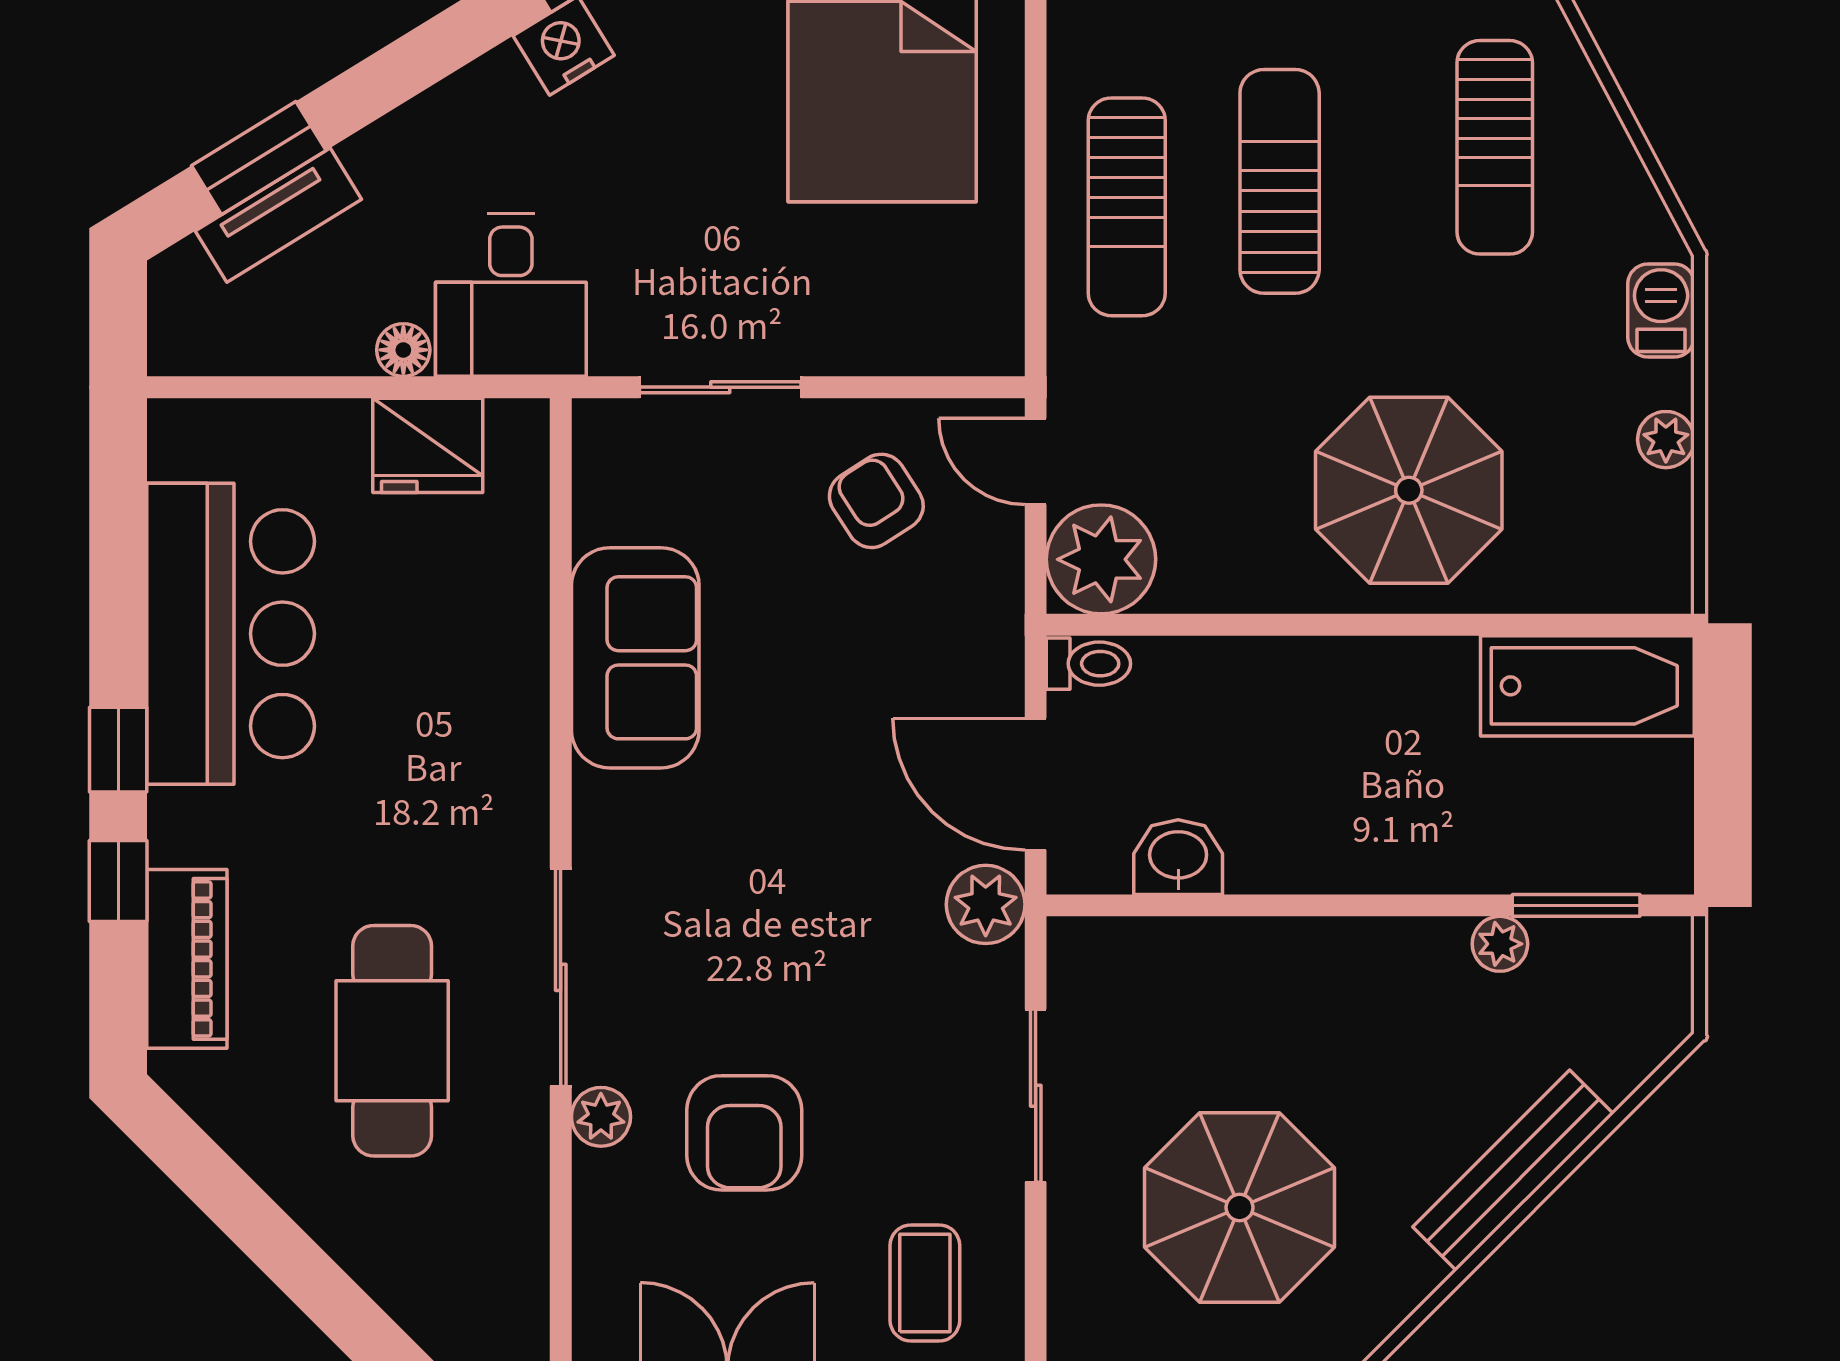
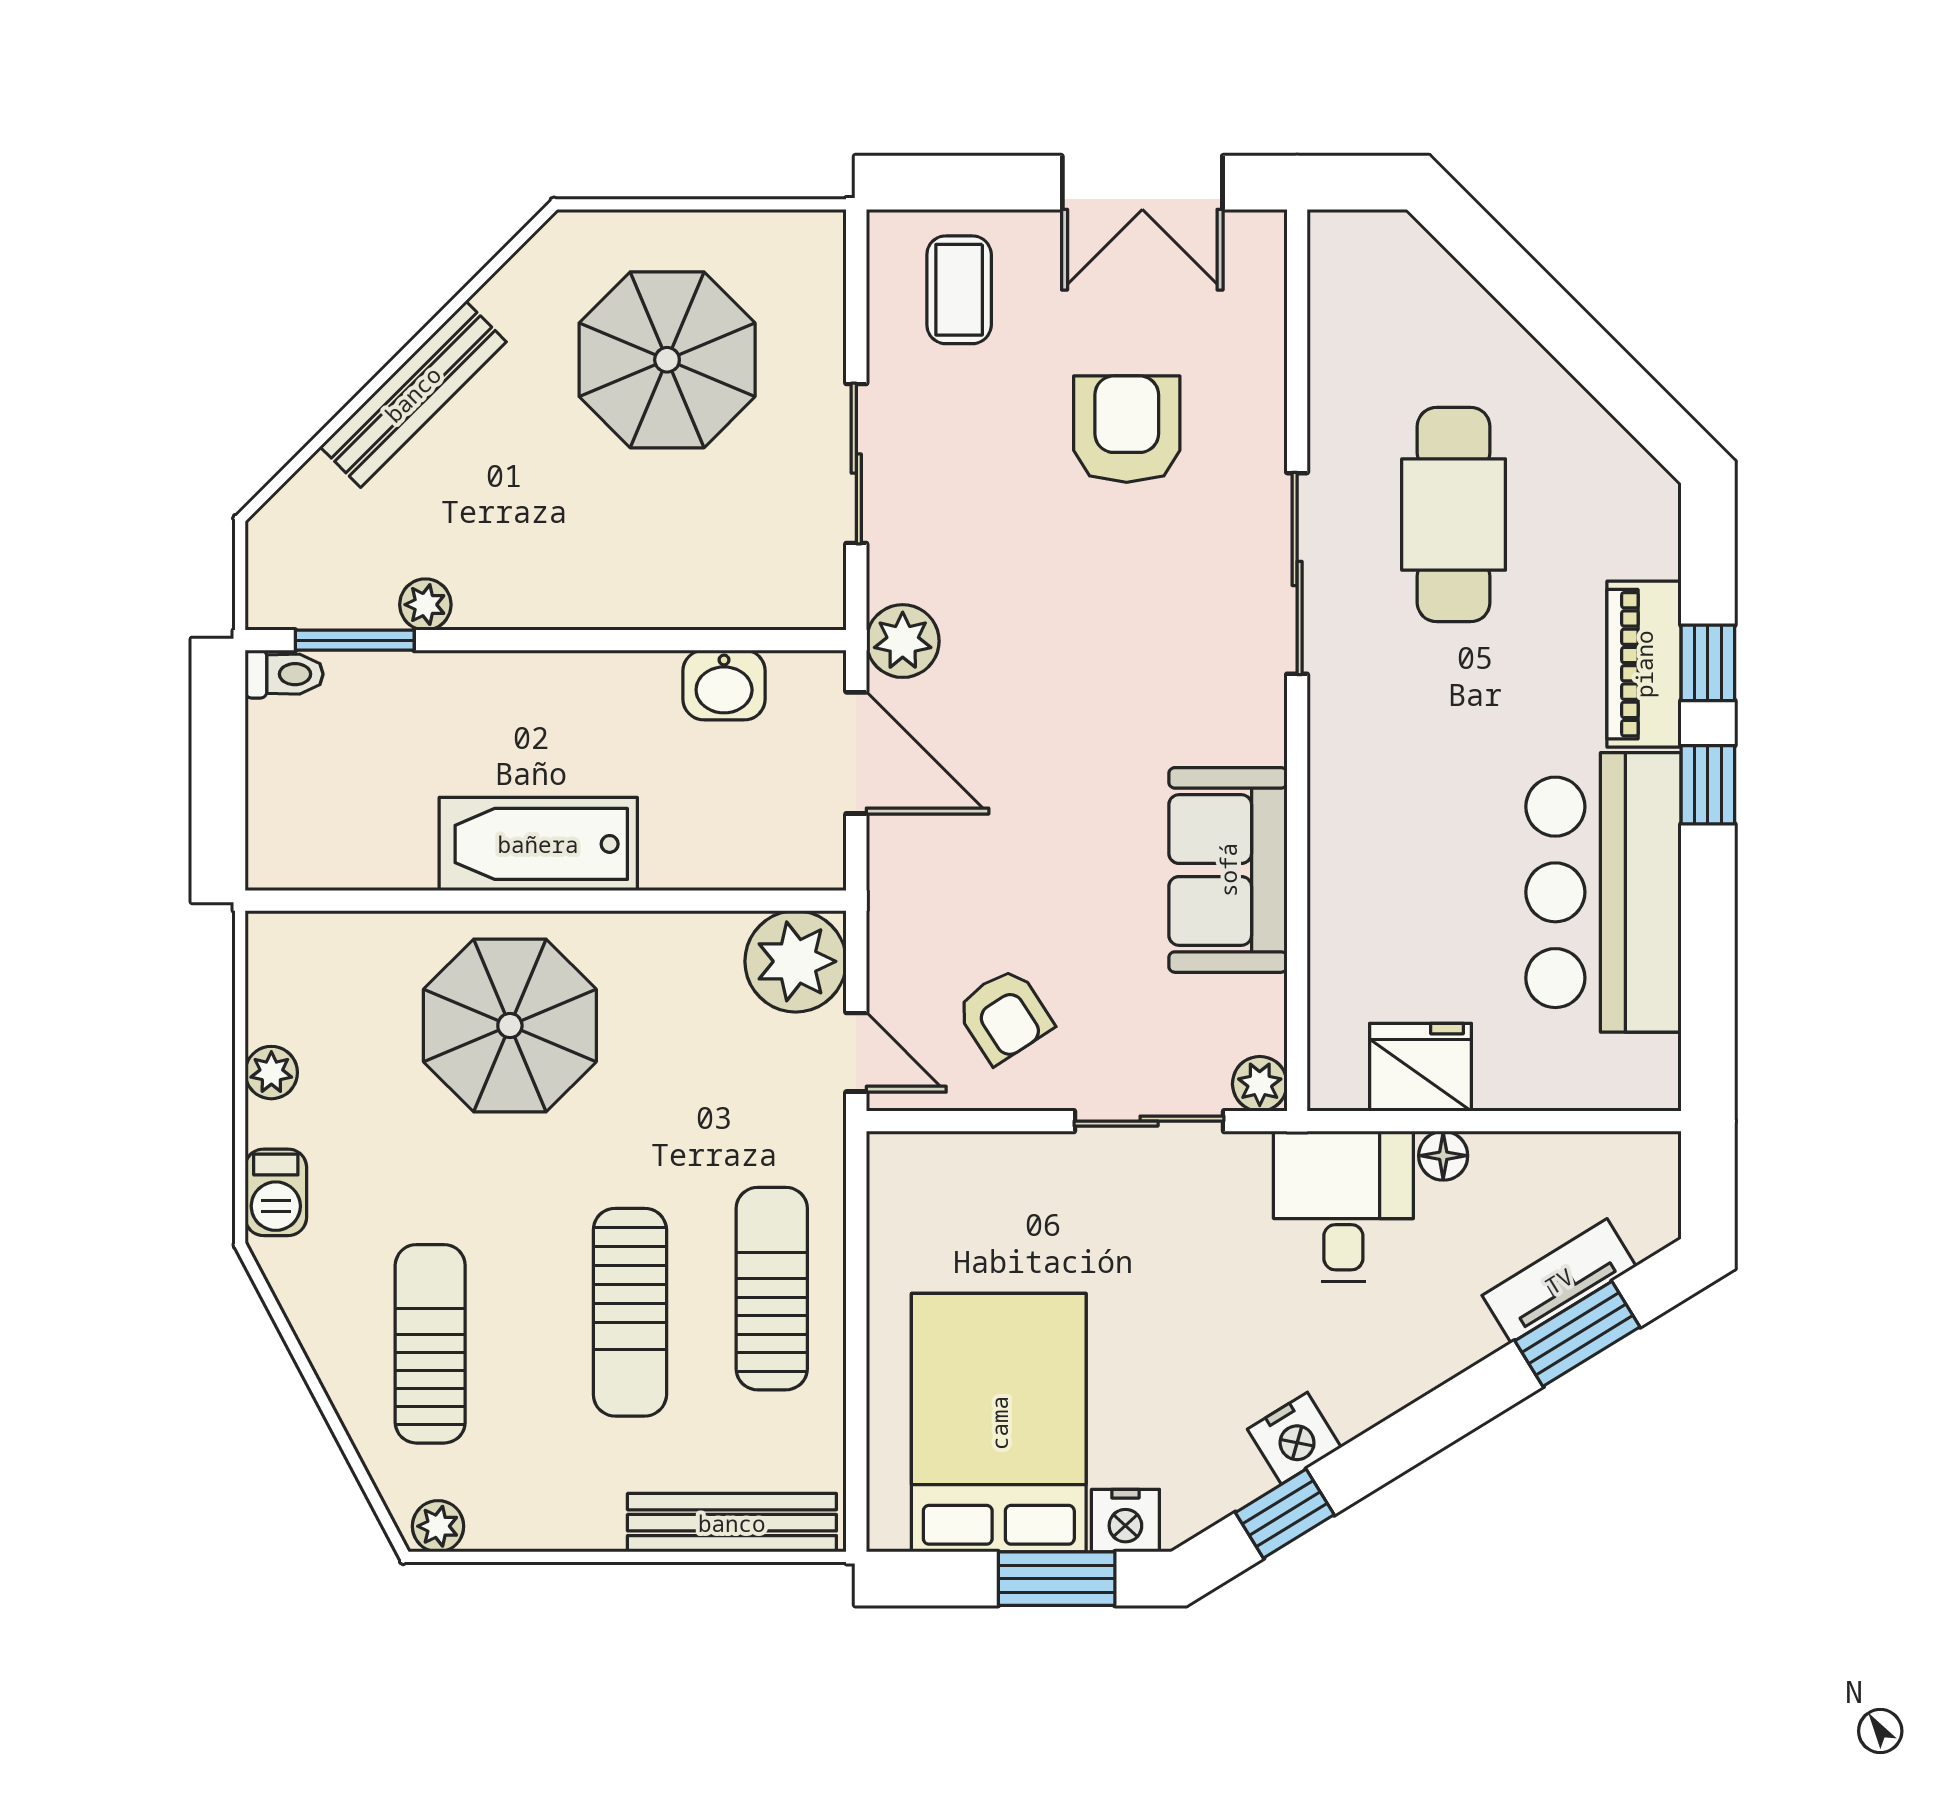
toilet: (1088, 664) -> (284, 674), moved, turned 180
bathtub: (1587, 686) -> (538, 844), moved
piano: (187, 959) -> (1644, 664), moved
plant: (601, 1117) -> (1260, 1084), moved

